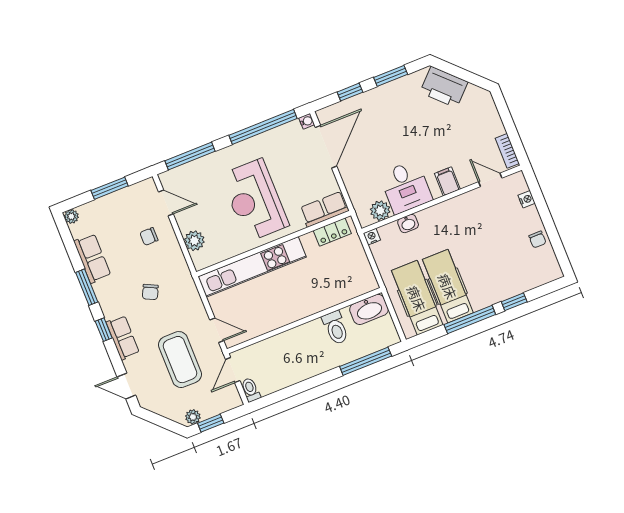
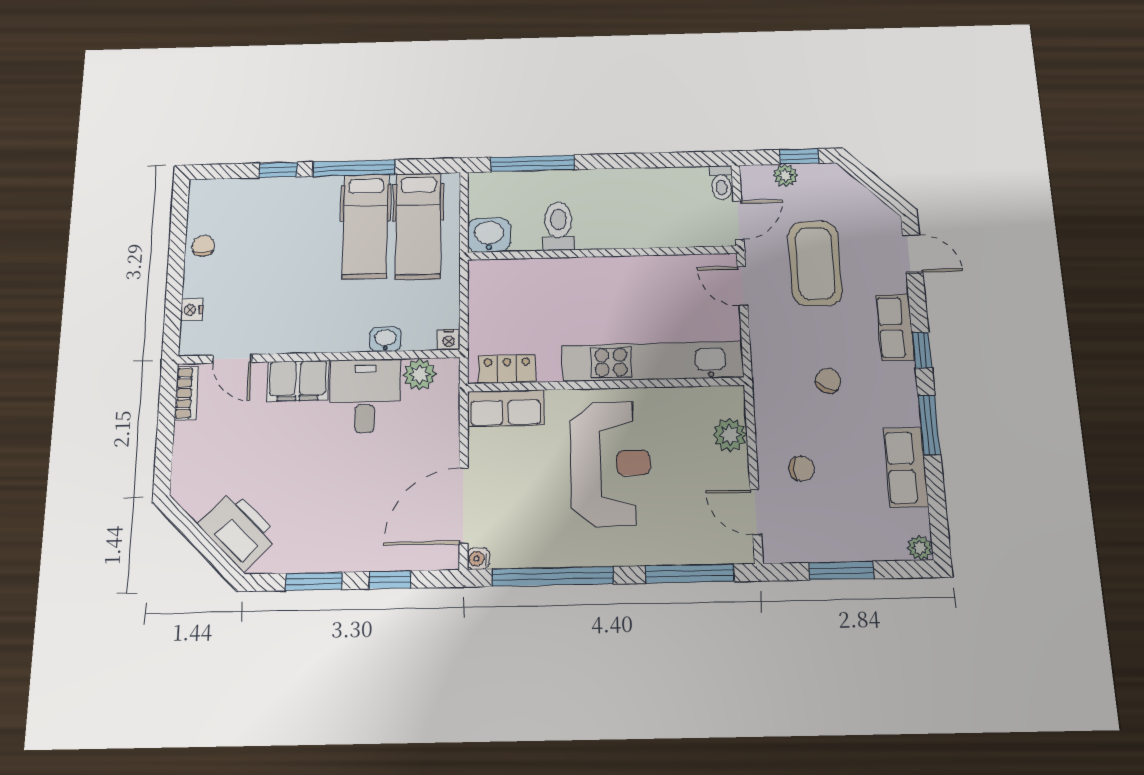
filing cabinet: (447, 181) -> (298, 381), width x2.00
washbasin: (369, 309) -> (489, 235), width x0.72
plant: (193, 417) -> (785, 175), moved

